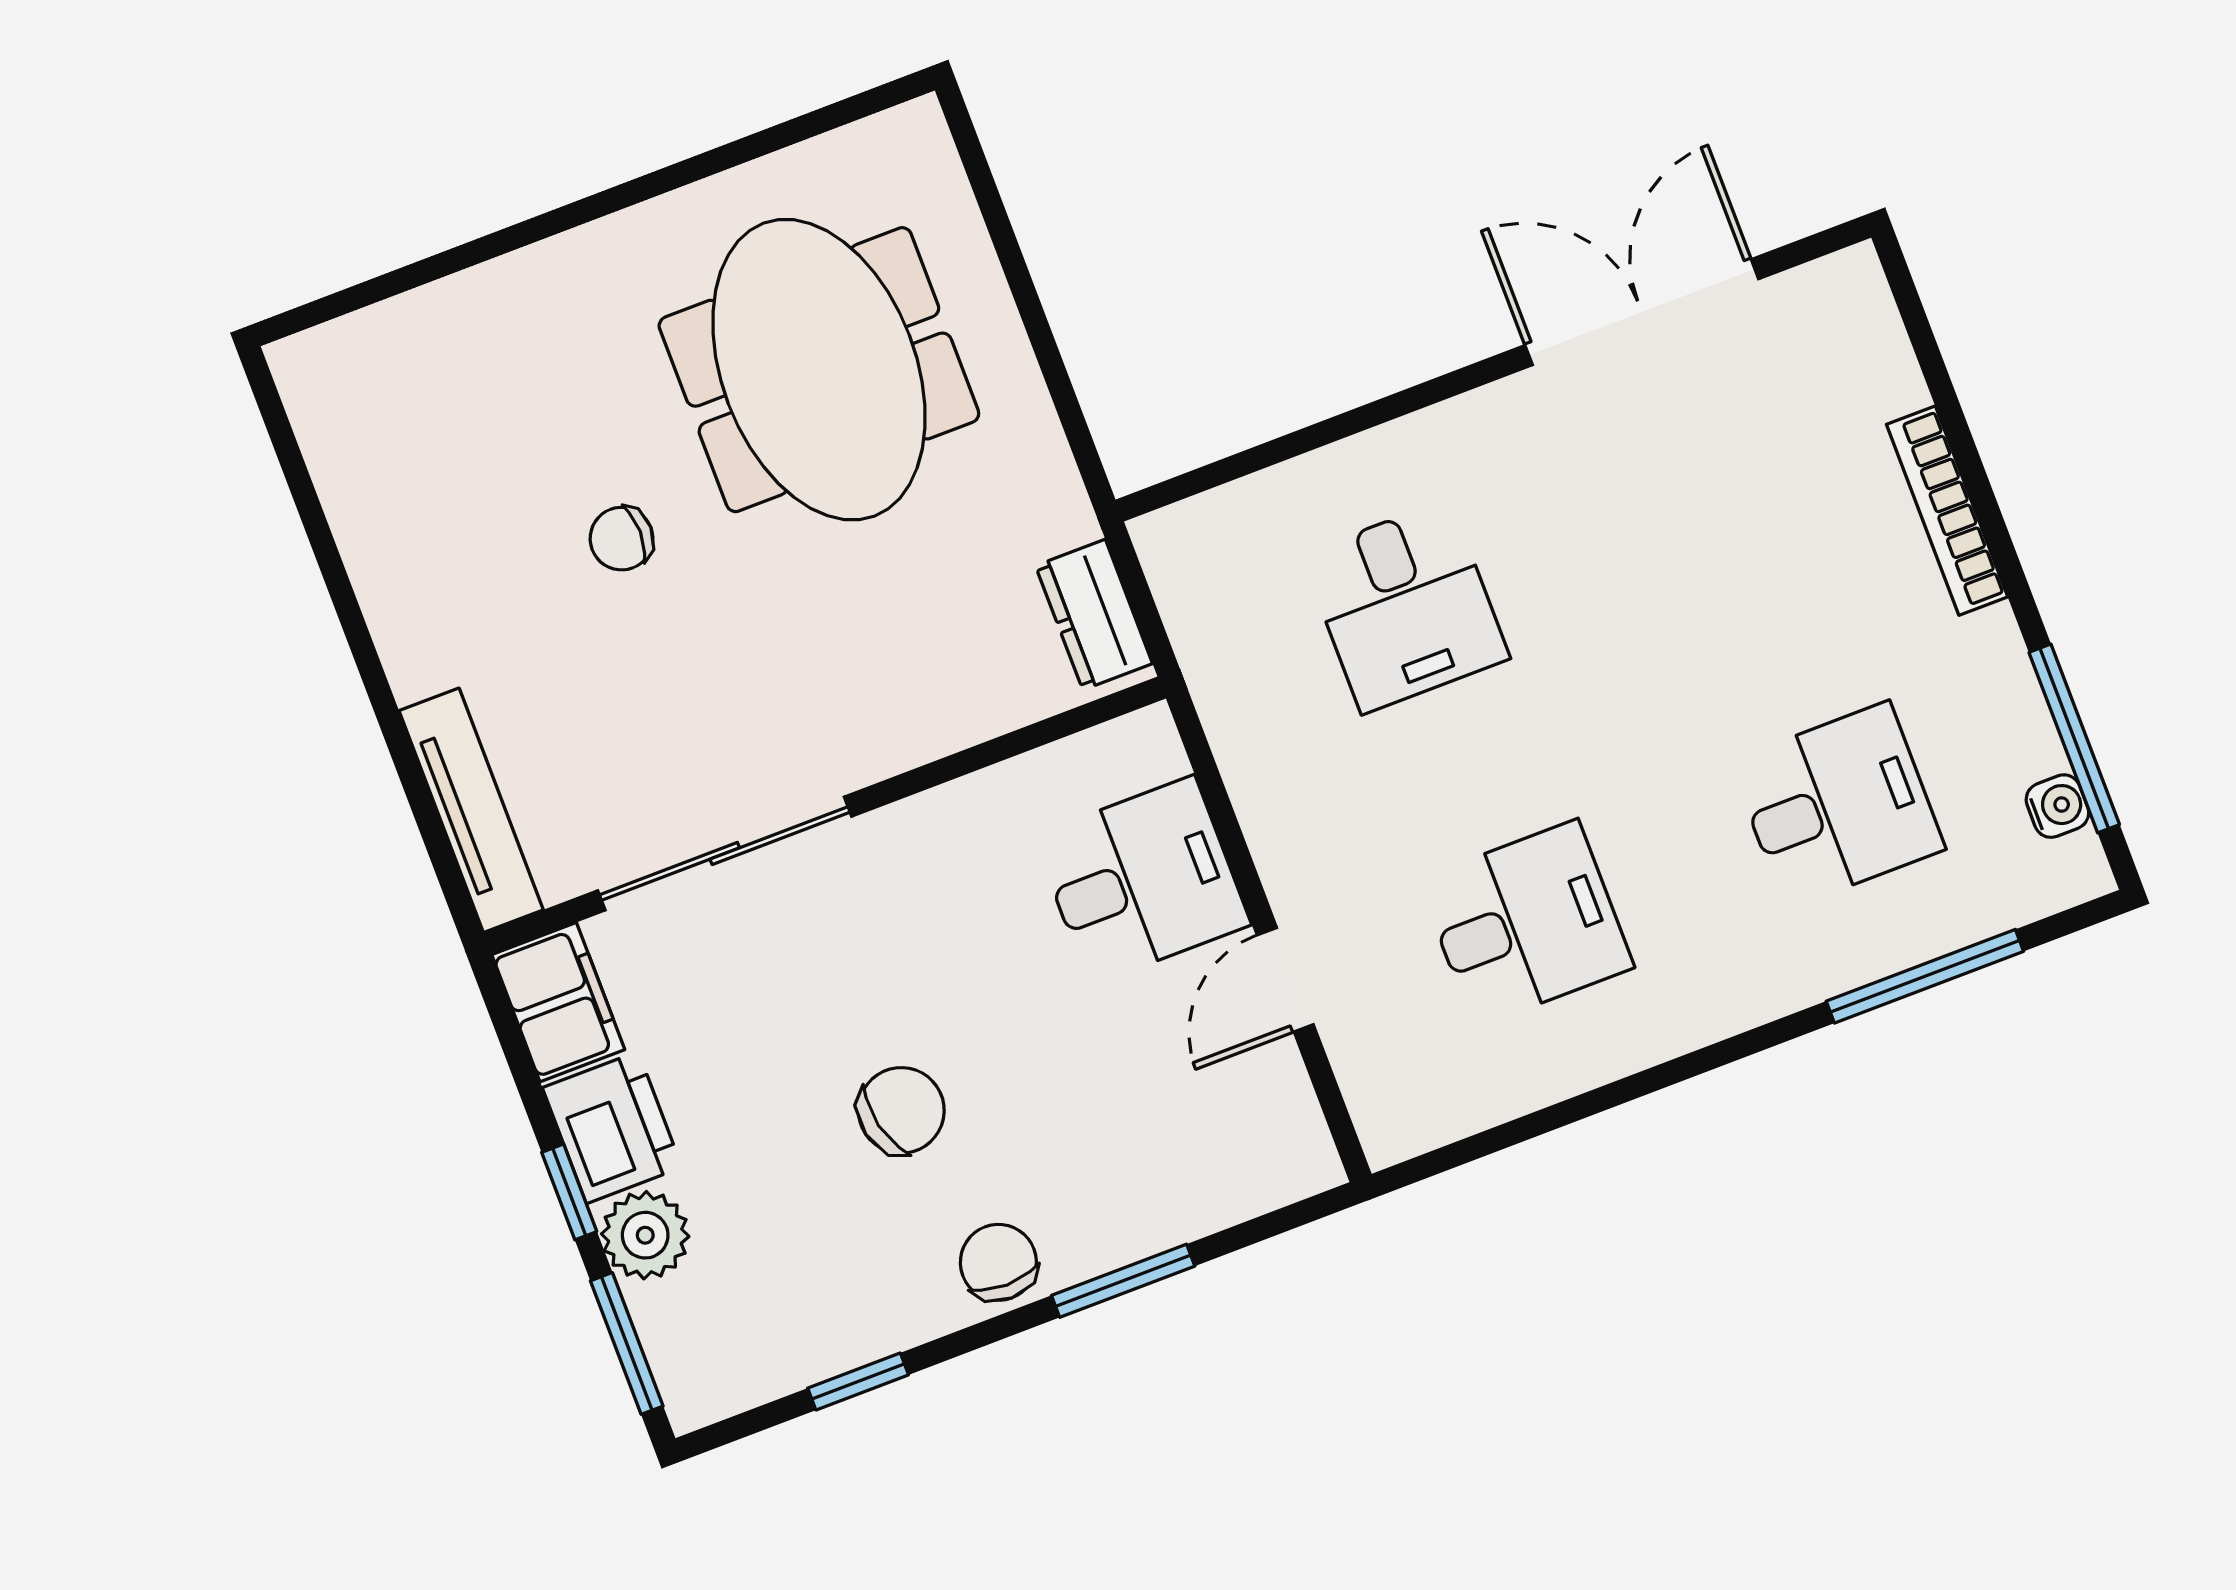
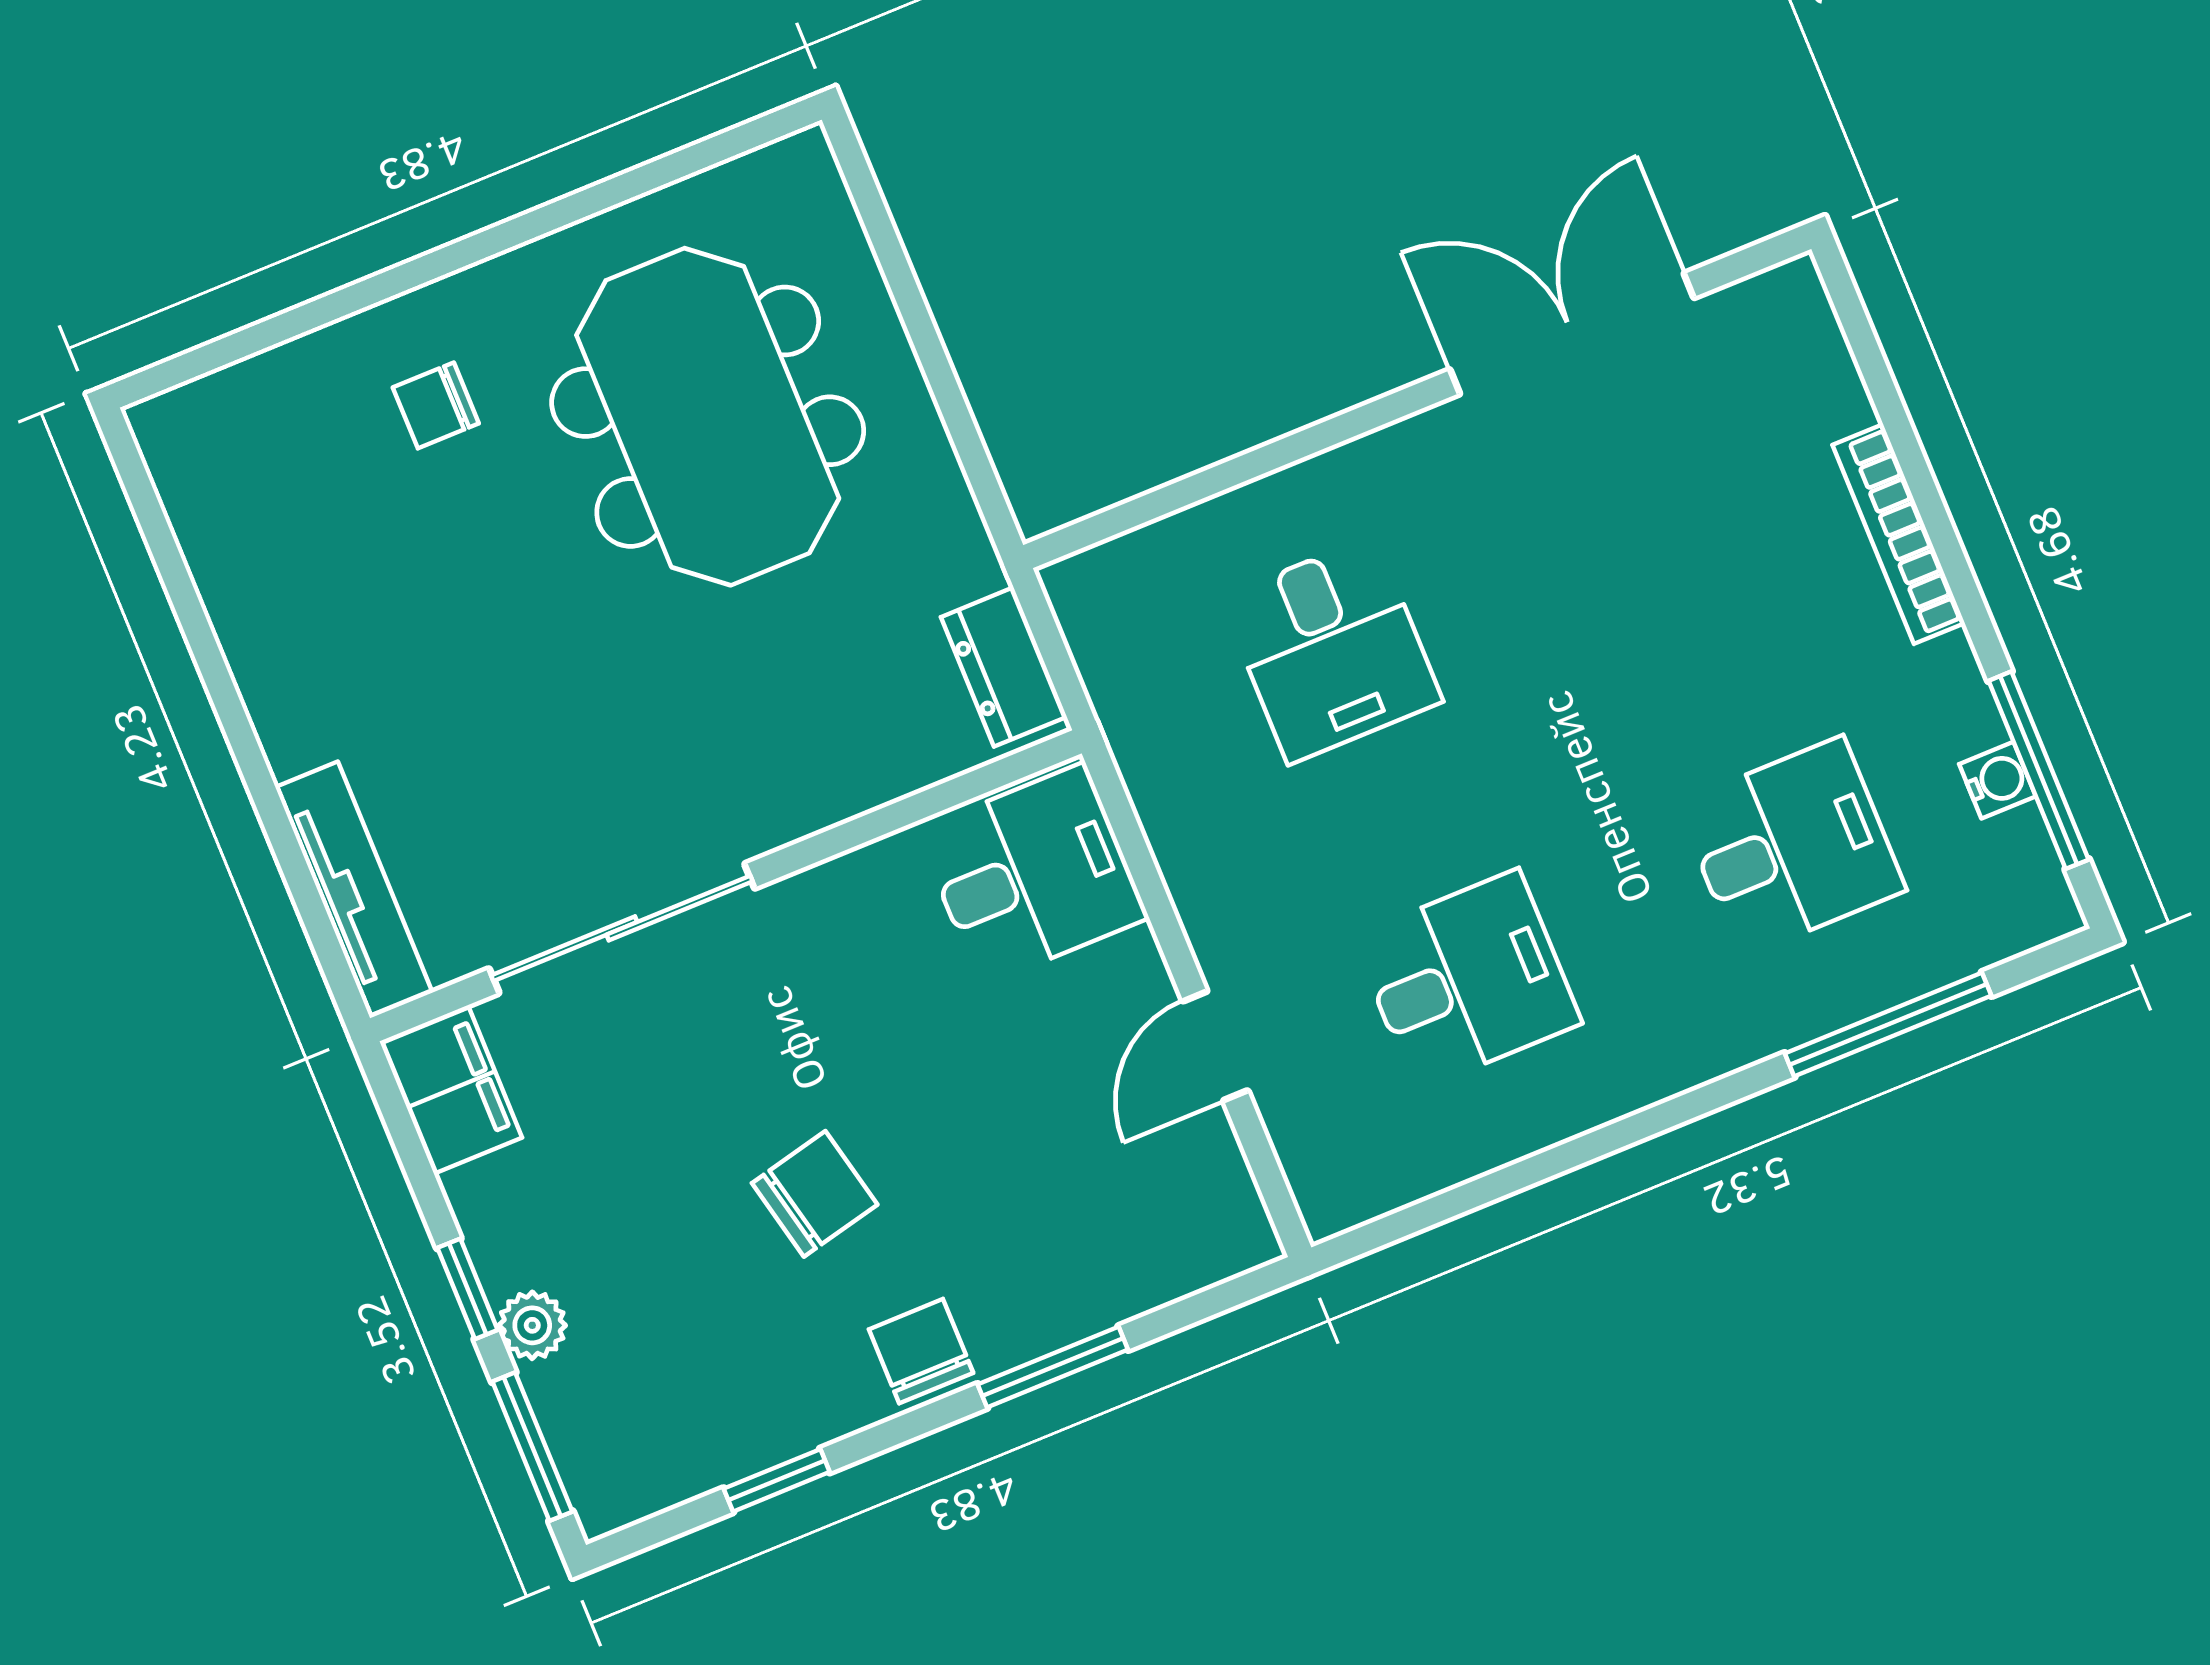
chair: (622, 539) -> (436, 405), moved
water cooler: (2057, 806) -> (1997, 780), moved
desk: (1142, 880) -> (1033, 874), moved
printer: (612, 1128) -> (511, 1220), removed
plant: (645, 1235) -> (532, 1325), width x0.73, depth x0.73

